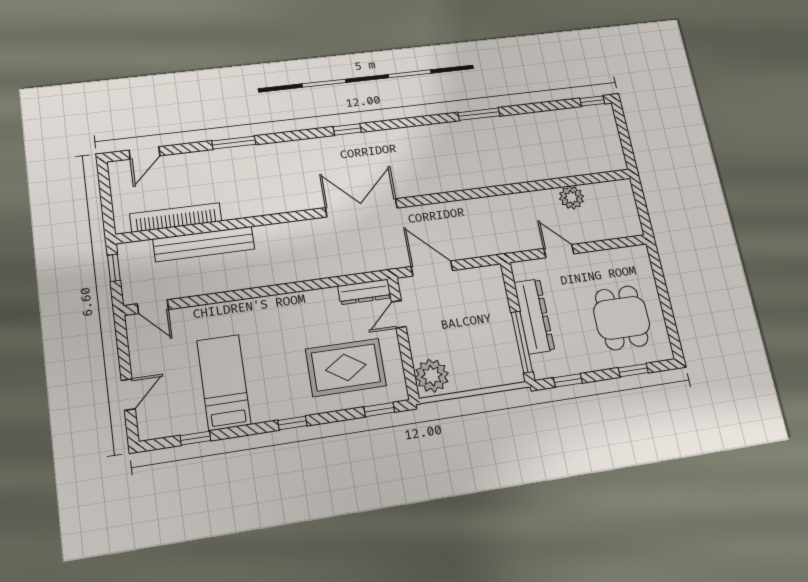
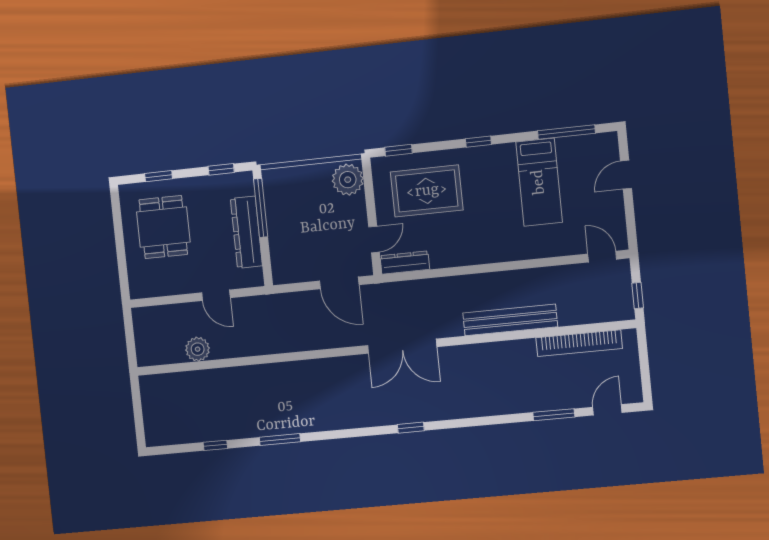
window: (592, 101) -> (215, 445), moved
window: (234, 143) -> (554, 415), moved
bench: (204, 244) -> (510, 320), moved
window: (195, 438) -> (566, 132), width x2.17

